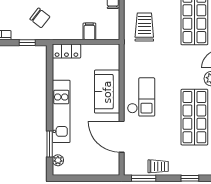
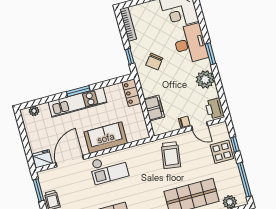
trolley: (144, 27) -> (171, 155), turned 98
filing cabinet: (89, 31) -> (154, 108), width x2.00
window: (50, 144) -> (78, 91), moved
fridge: (111, 165) -> (43, 159), added

